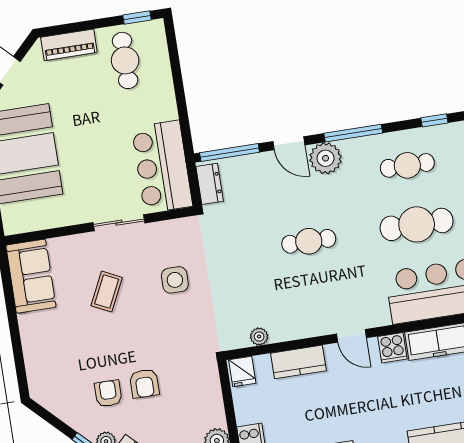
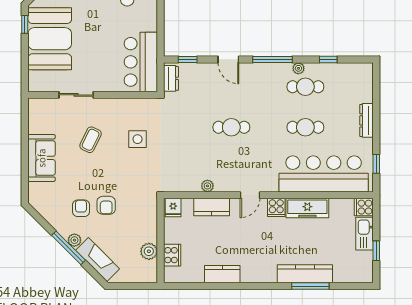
window: (230, 152) -> (188, 59), width x0.46
plant: (326, 158) -> (298, 68), moved, width x0.53, depth x0.53
sliding door: (119, 223) -> (76, 95), moved
cafe table: (417, 224) -> (305, 127), width x0.73, depth x0.74
sofa: (31, 276) -> (41, 158), moved
door: (351, 336) -> (250, 195), hinge flipped
plant: (259, 337) -> (207, 186), moved

